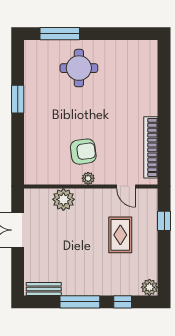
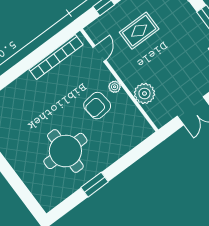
window: (60, 34) -> (21, 190), removed
round table: (79, 68) -> (65, 151), moved, width x1.36, depth x1.36
armchair: (83, 152) -> (97, 106), turned -88

